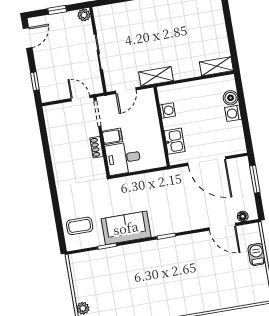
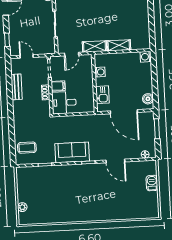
shelving: (216, 66) -> (119, 45), moved
door: (80, 98) -> (27, 56), moved
boiler: (231, 98) -> (148, 99), moved
washing machine: (233, 113) -> (146, 57), moved
bench: (56, 144) -> (17, 87), added
door: (222, 227) -> (115, 161), moved
sofa: (126, 228) -> (72, 152), moved

